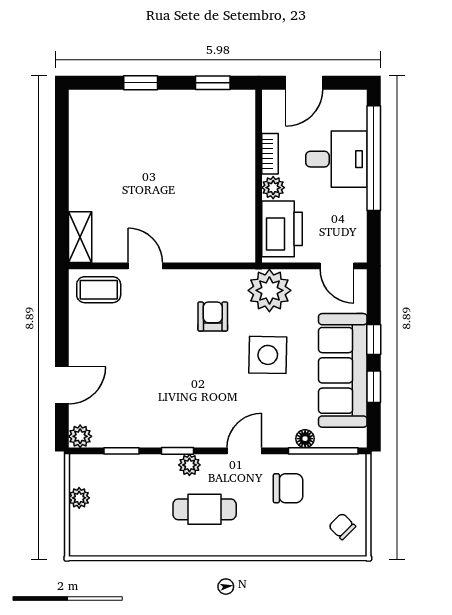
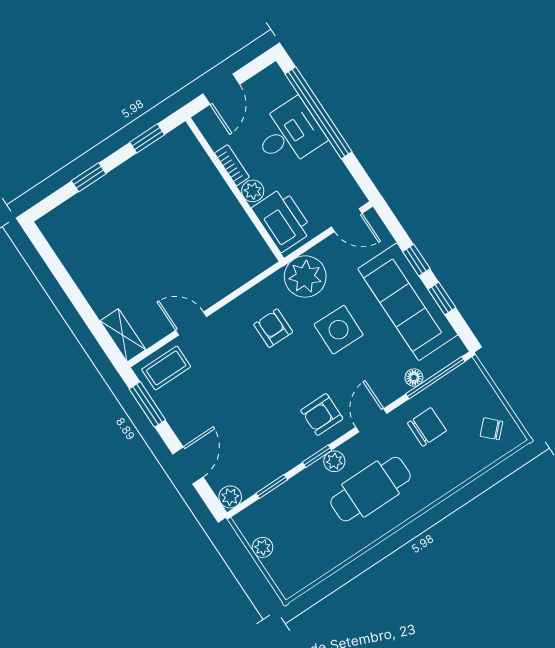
window: (62, 310) -> (147, 404), added
armchair: (205, 418) -> (322, 415), added
cafe table: (205, 509) -> (371, 489), width x1.37, depth x1.35

